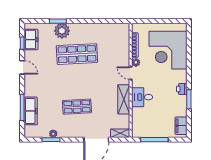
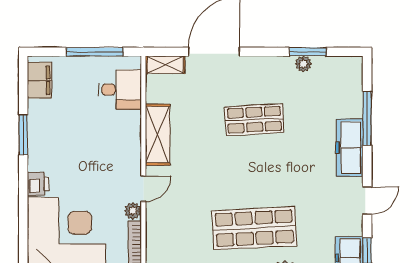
door: (22, 67) -> (367, 201), swing flipped
door: (131, 73) -> (143, 189), hinge flipped
printer: (182, 89) -> (38, 184), moved
desk: (142, 97) -> (120, 89), moved
freezer: (31, 111) -> (350, 148), moved

